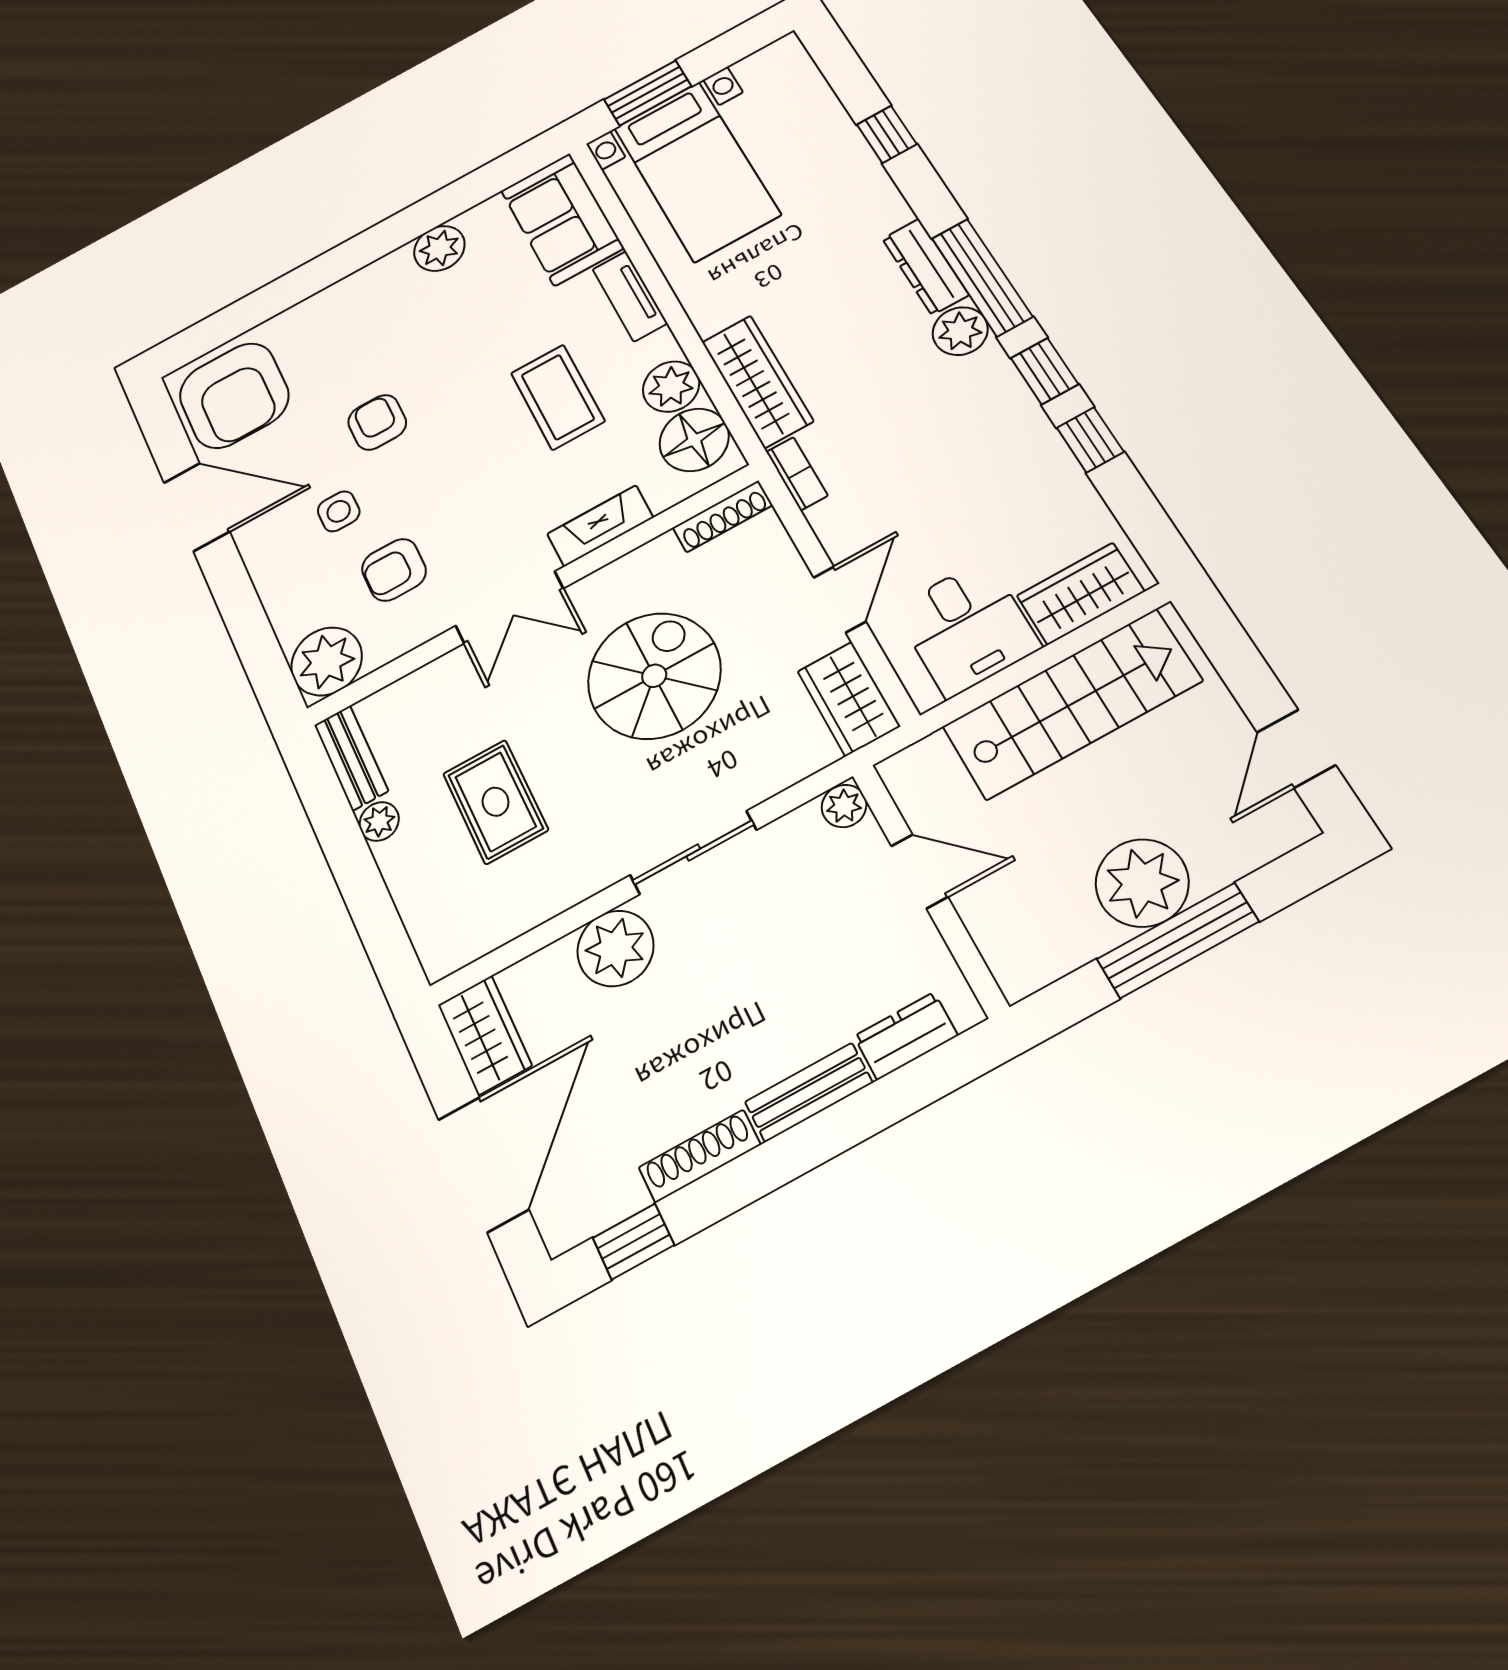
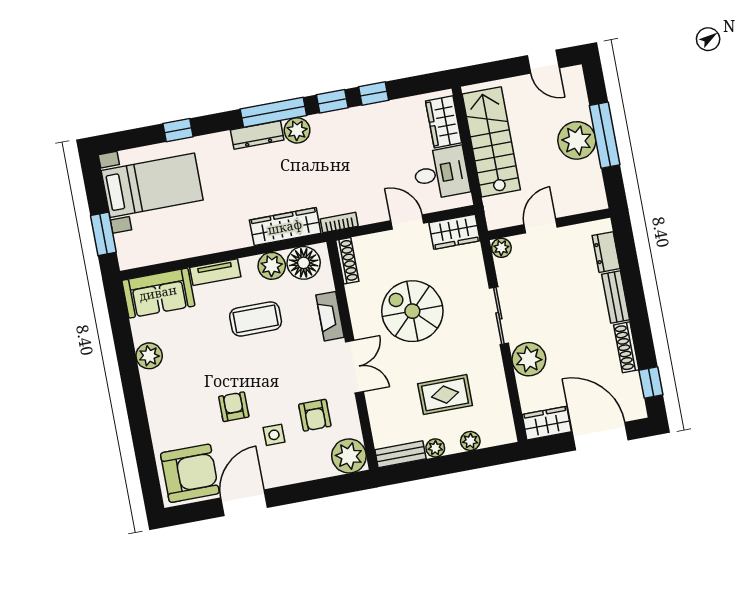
bed with nightstands: (697, 171) -> (152, 185), moved
armchair: (377, 422) -> (234, 407), turned 90
plant: (409, 887) -> (470, 441), added

